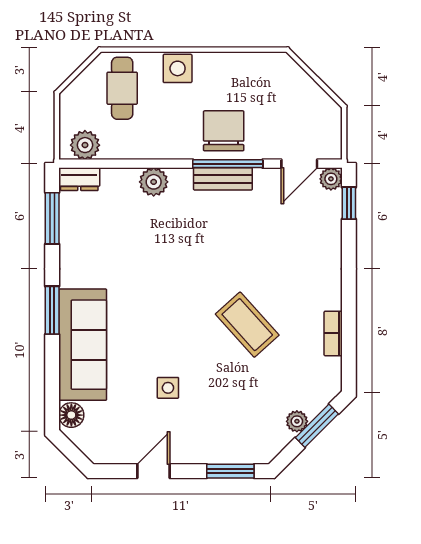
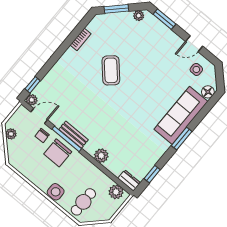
plant: (319, 100) -> (11, 134), added
chair: (270, 138) -> (42, 135), added
window: (52, 218) -> (152, 174), width x0.67
side table: (168, 388) -> (196, 69), moved
plant: (297, 421) -> (139, 16), moved

